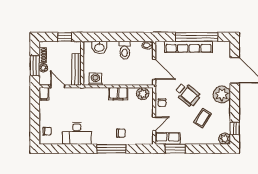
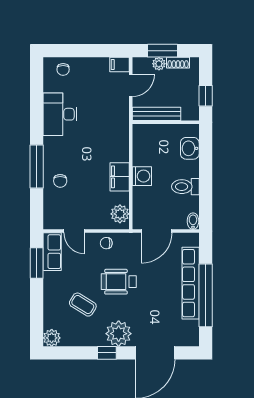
washing machine: (95, 79) -> (142, 176), moved
wheelchair: (188, 94) -> (119, 282), turned 50
window: (235, 128) -> (107, 353), moved

